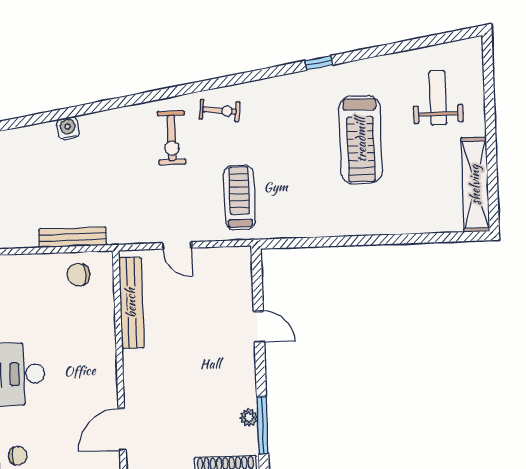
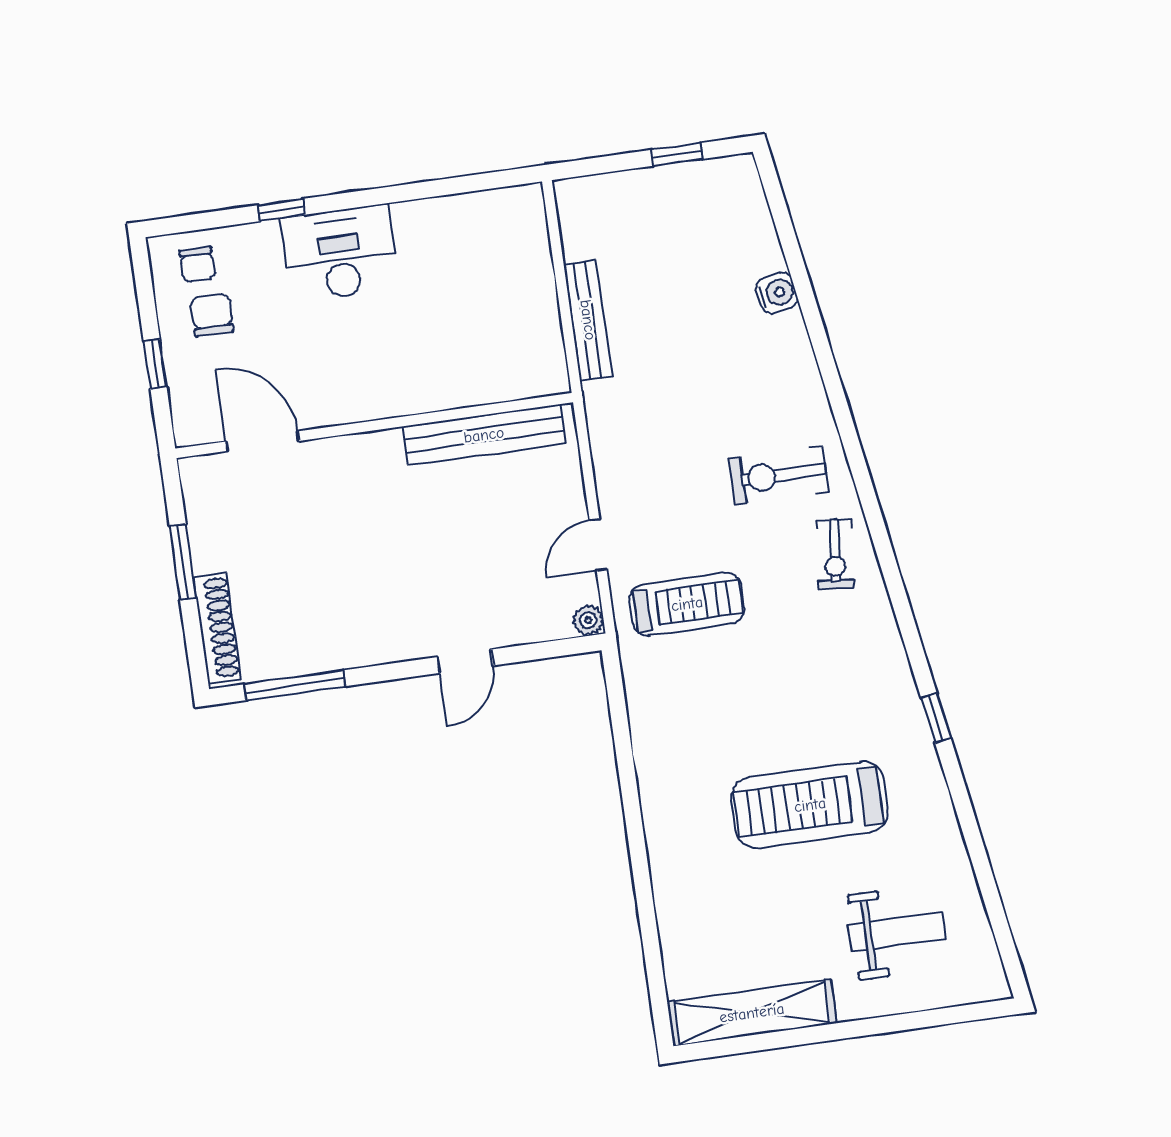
door: (177, 245) -> (598, 545), moved
chair: (79, 275) -> (212, 315), moved
plant: (249, 417) -> (588, 620), moved

